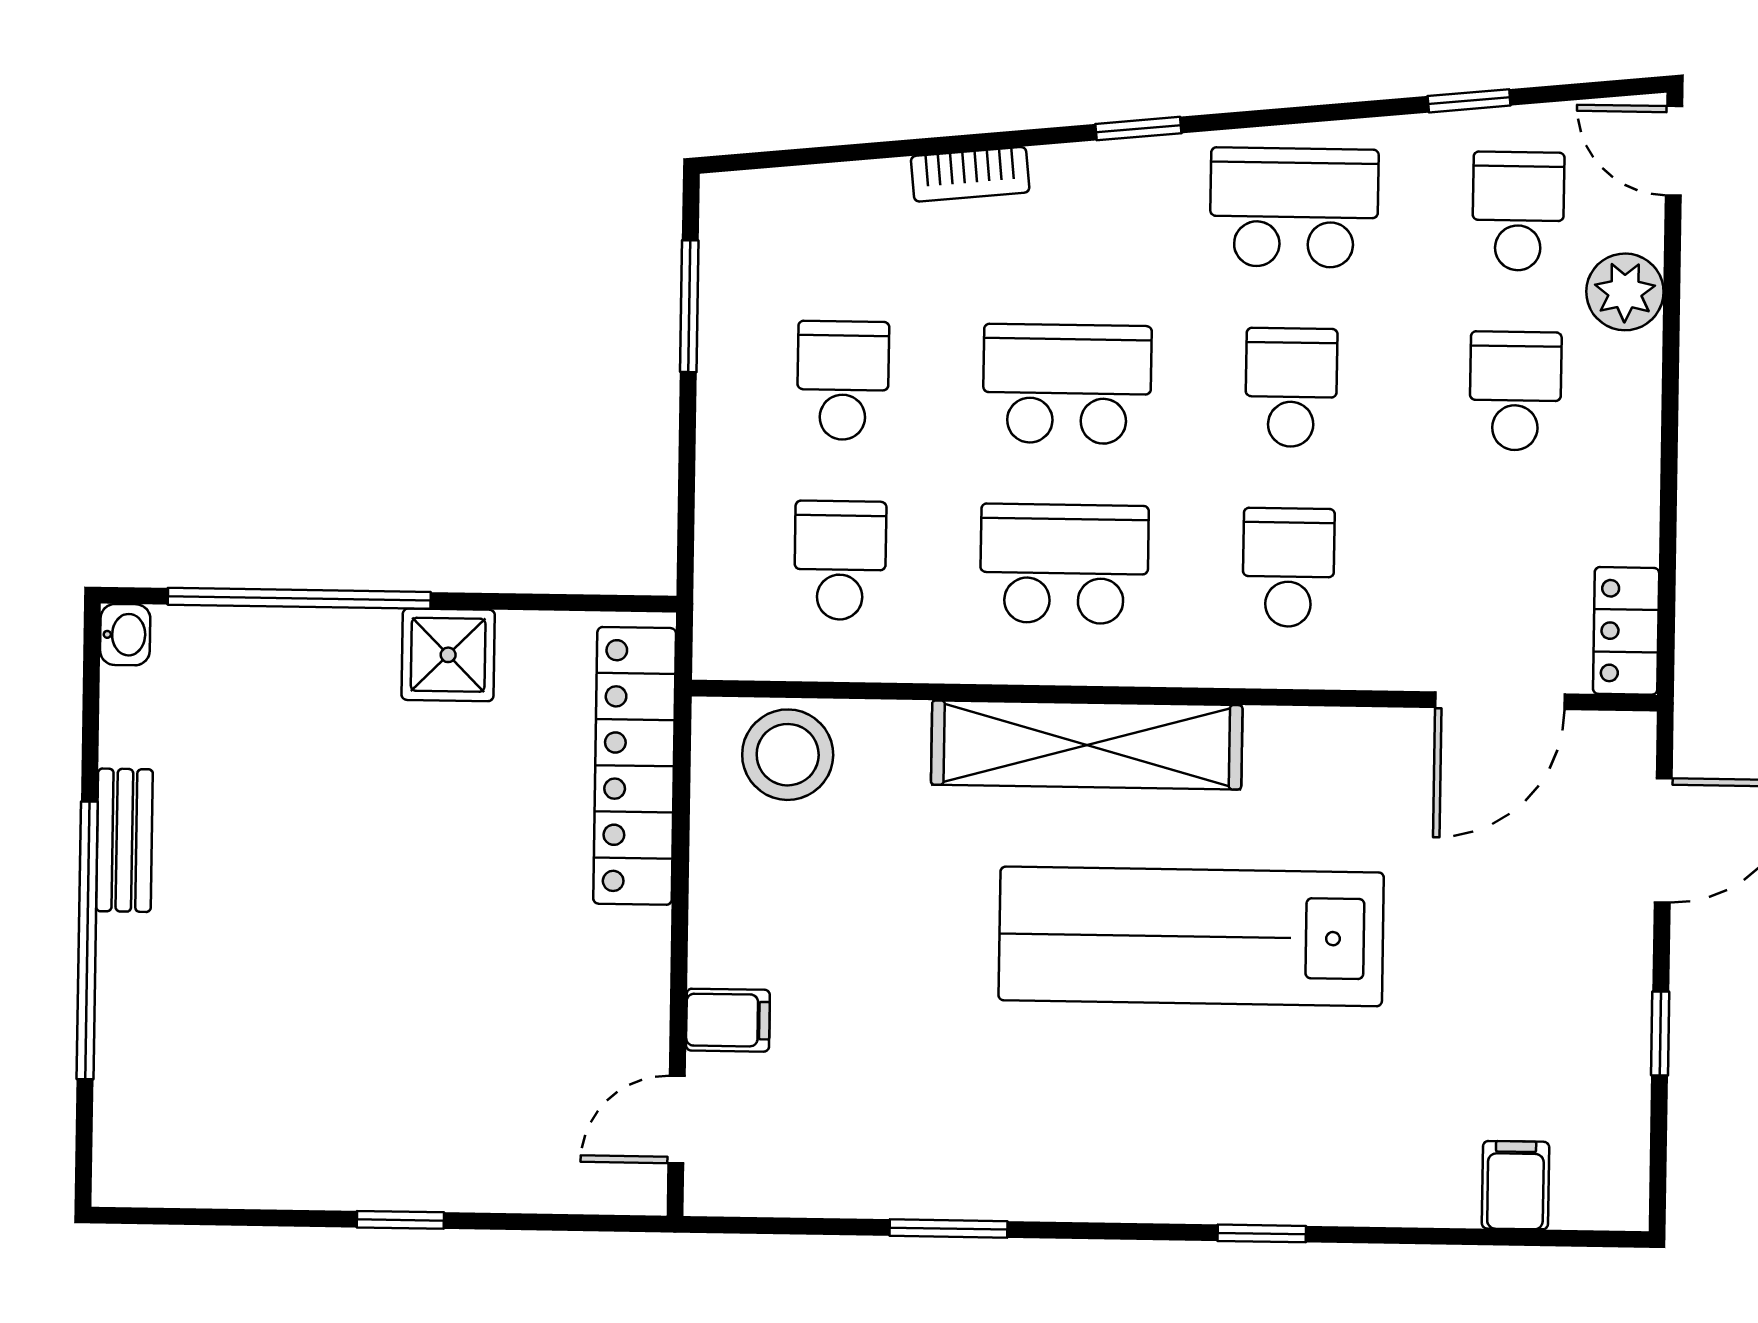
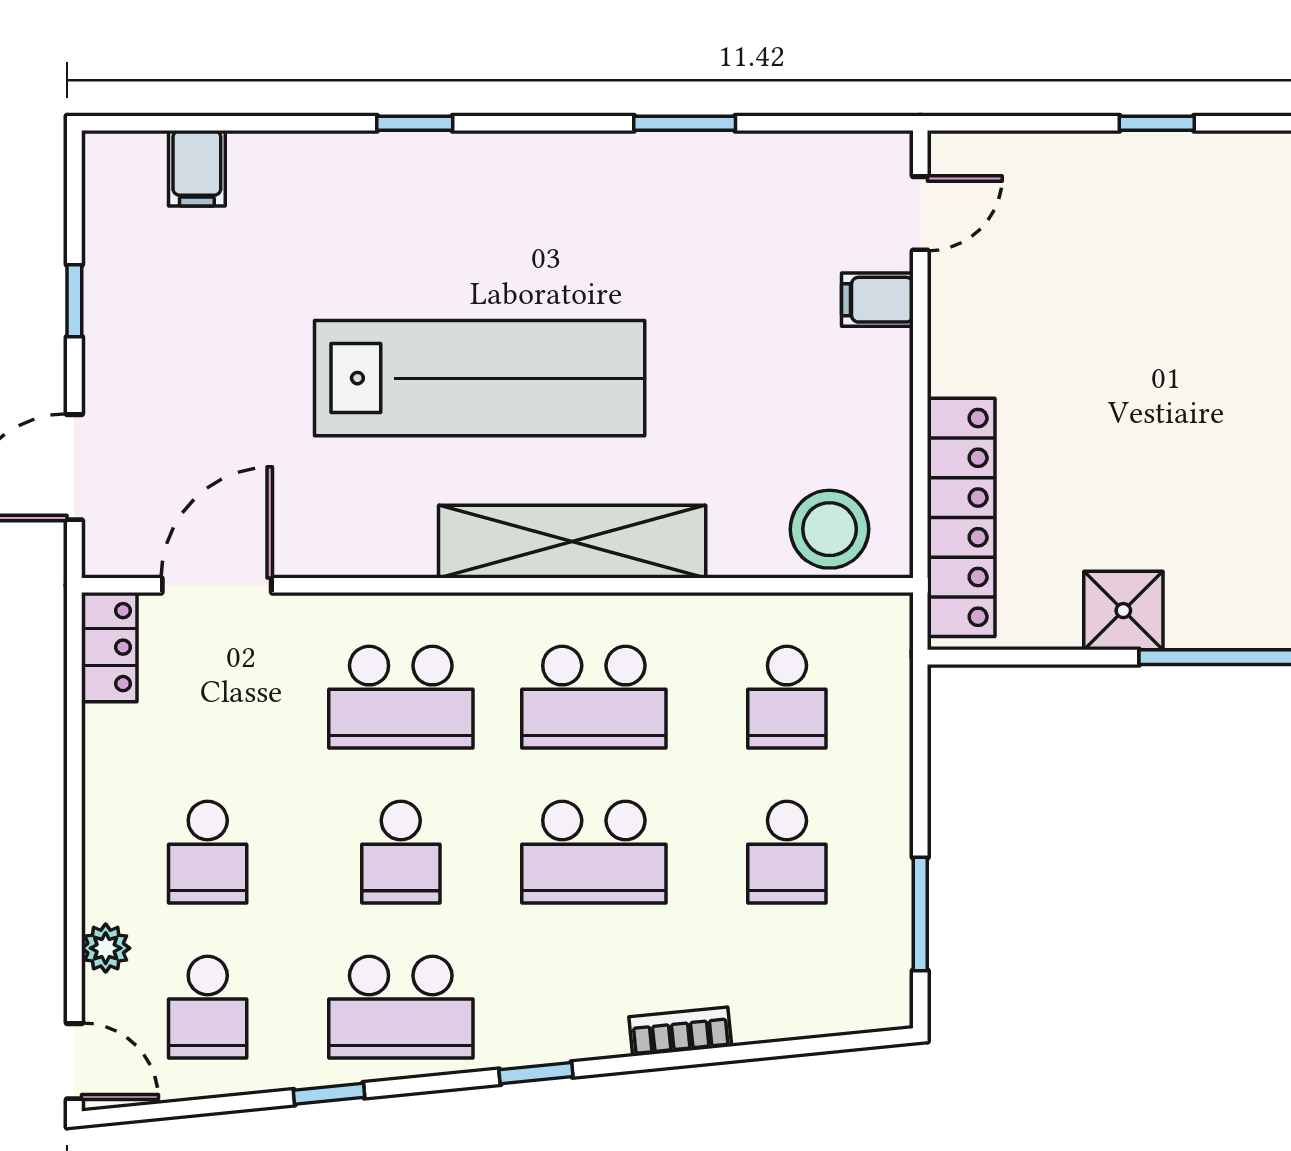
window: (1469, 101) -> (329, 1094), moved
plant: (1625, 292) -> (106, 948), width x0.73, depth x0.73
school desk: (1288, 567) -> (401, 697), width x1.85

